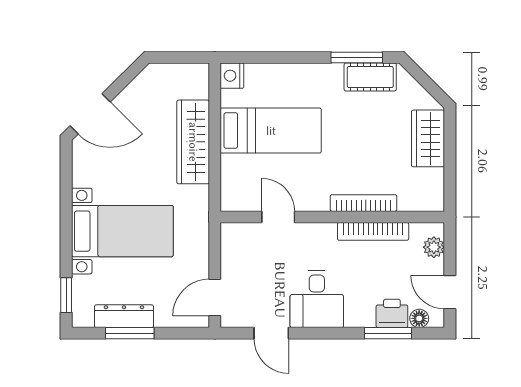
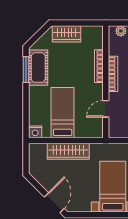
cot: (370, 77) -> (38, 68), width x1.37, depth x1.34
bookcase: (373, 231) -> (113, 74), moved

